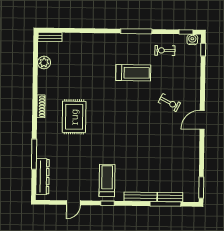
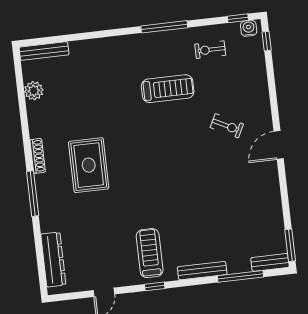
bench: (50, 37) -> (44, 51), width x1.36
window: (34, 154) -> (33, 194), moved
bench: (170, 197) -> (270, 262), moved

